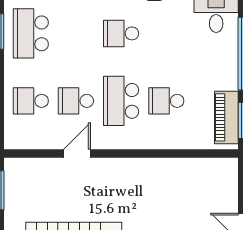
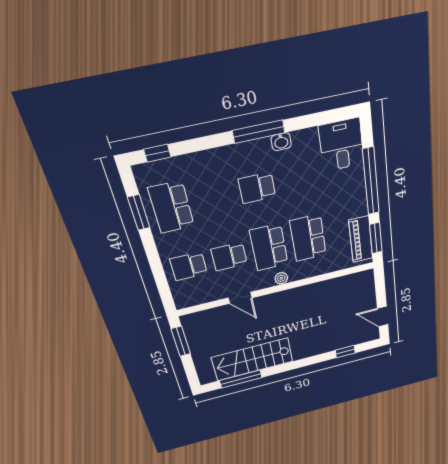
school desk: (166, 101) -> (308, 238), width x1.85
plant: (128, 142) -> (281, 278), added
door: (77, 153) -> (240, 298), swing flipped

